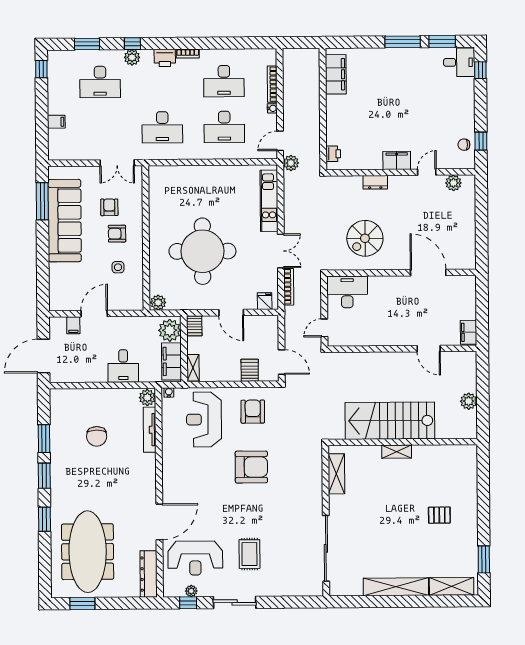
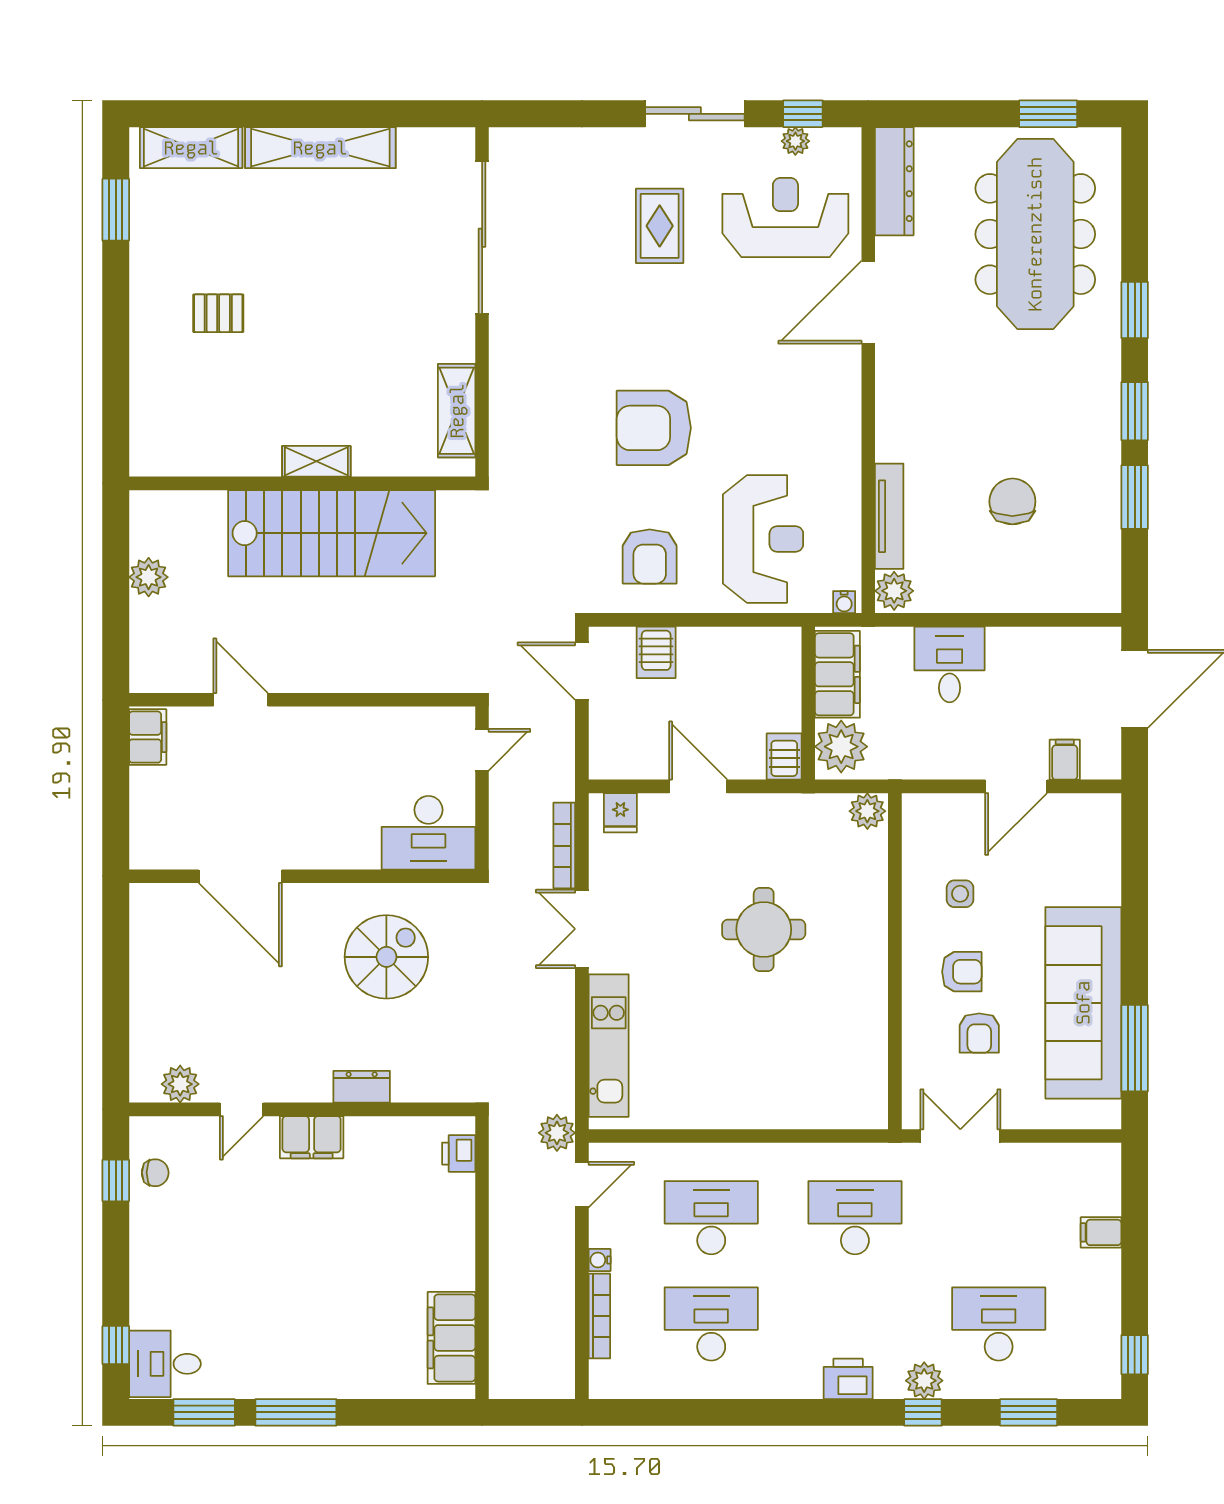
bookcase: (188, 54) -> (795, 1388), removed
round table: (202, 251) -> (764, 929), width x0.54, depth x0.54
shelving: (193, 368) -> (788, 659), removed

